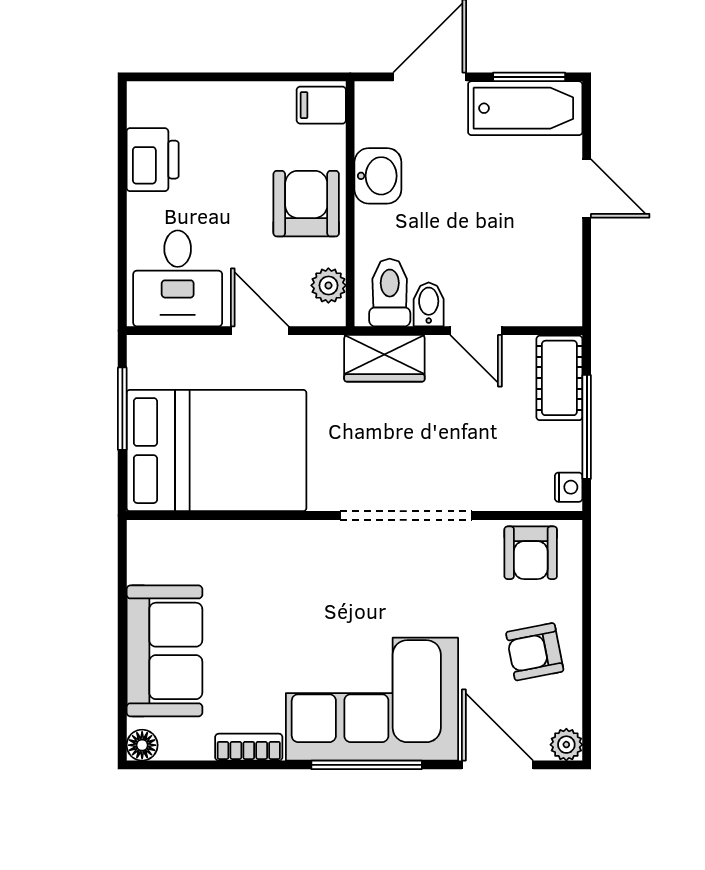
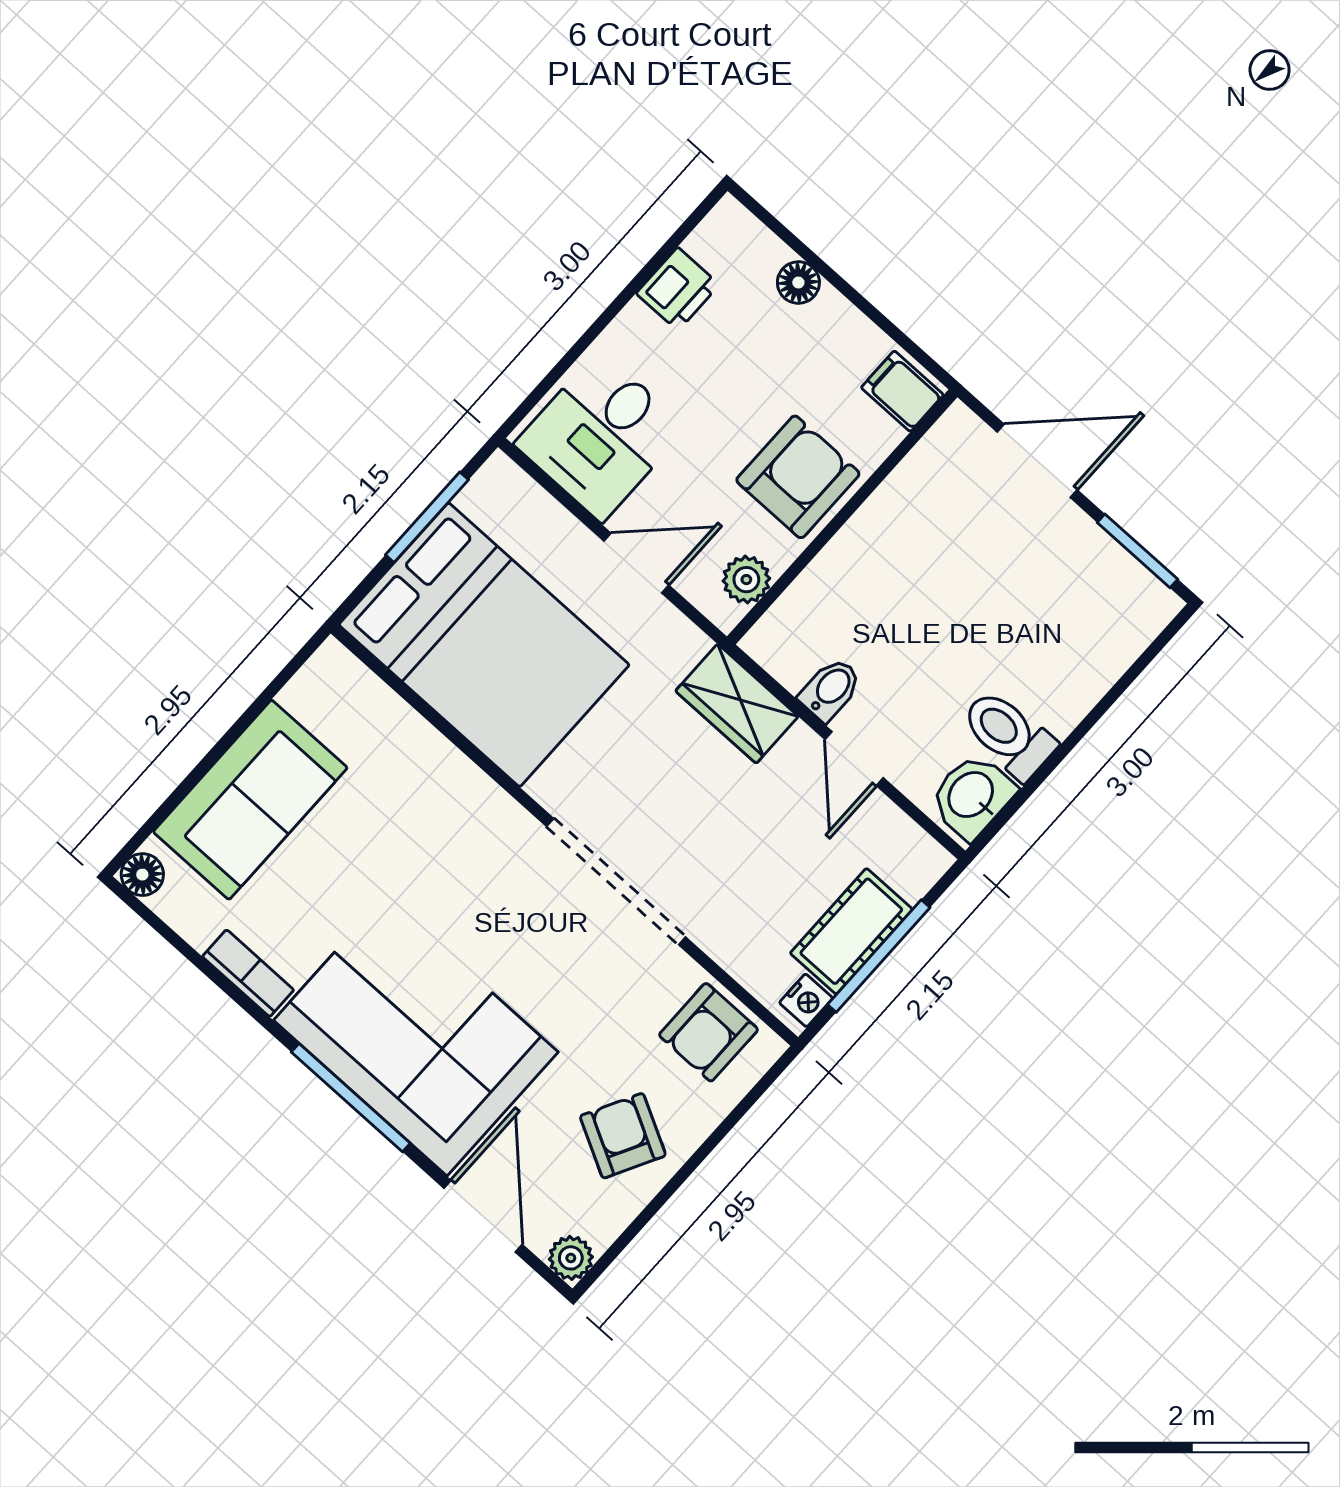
floor lamp: (211, 97) -> (798, 283), added
bathtub: (525, 108) -> (1105, 579), removed
printer: (153, 160) -> (678, 289), width x0.73, depth x0.81
washbasin: (378, 176) -> (972, 796), moved, turned 180
door: (587, 188) -> (1095, 715), removed
toilet: (390, 293) -> (1008, 734), moved, turned -90
door: (260, 331) -> (636, 563), hinge flipped
cot: (559, 378) -> (851, 931), moved
armchair: (535, 652) -> (623, 1136), turned 39

